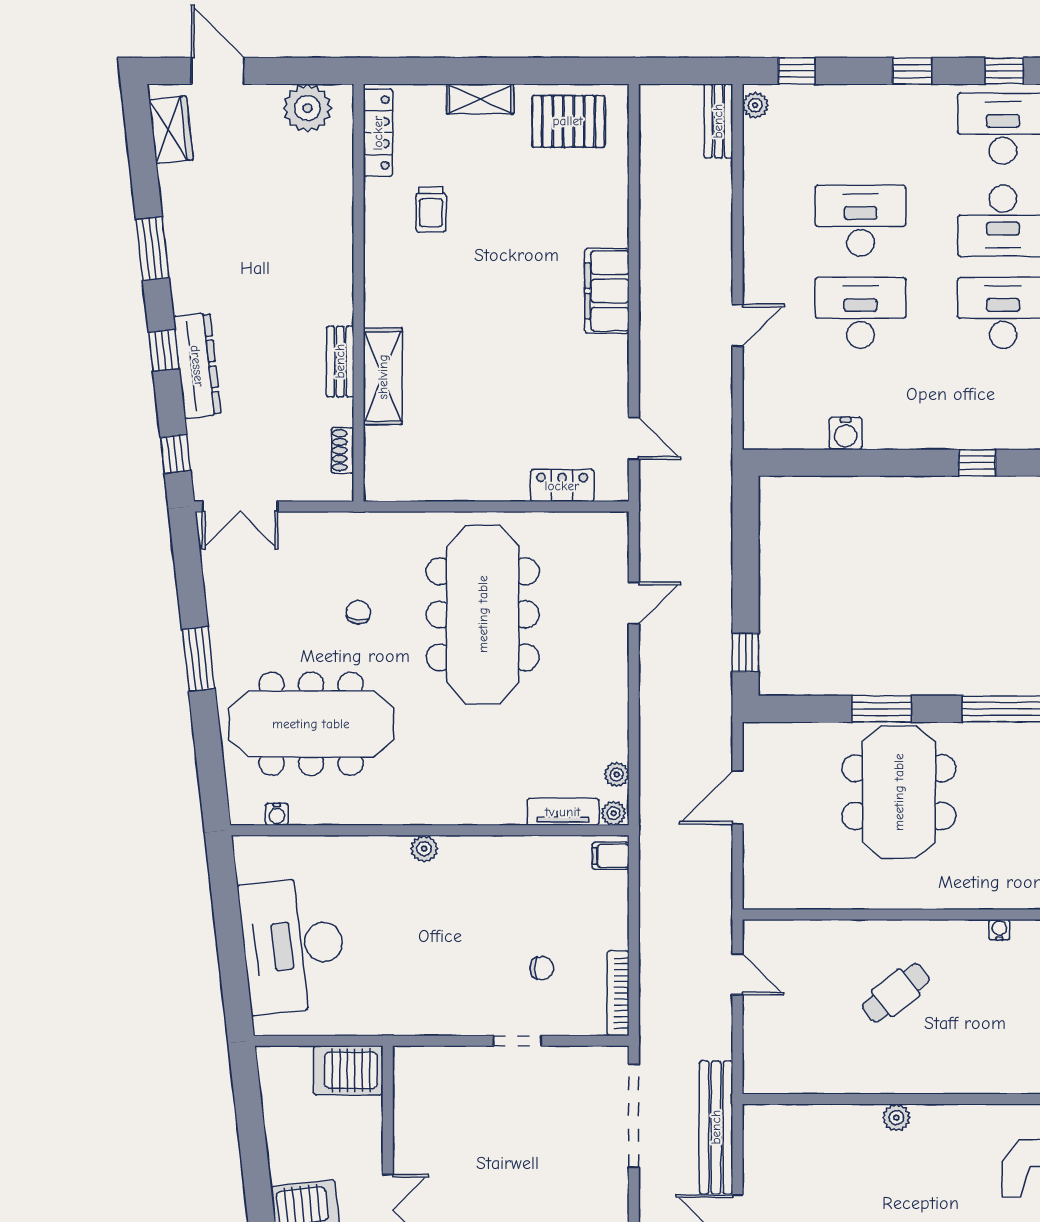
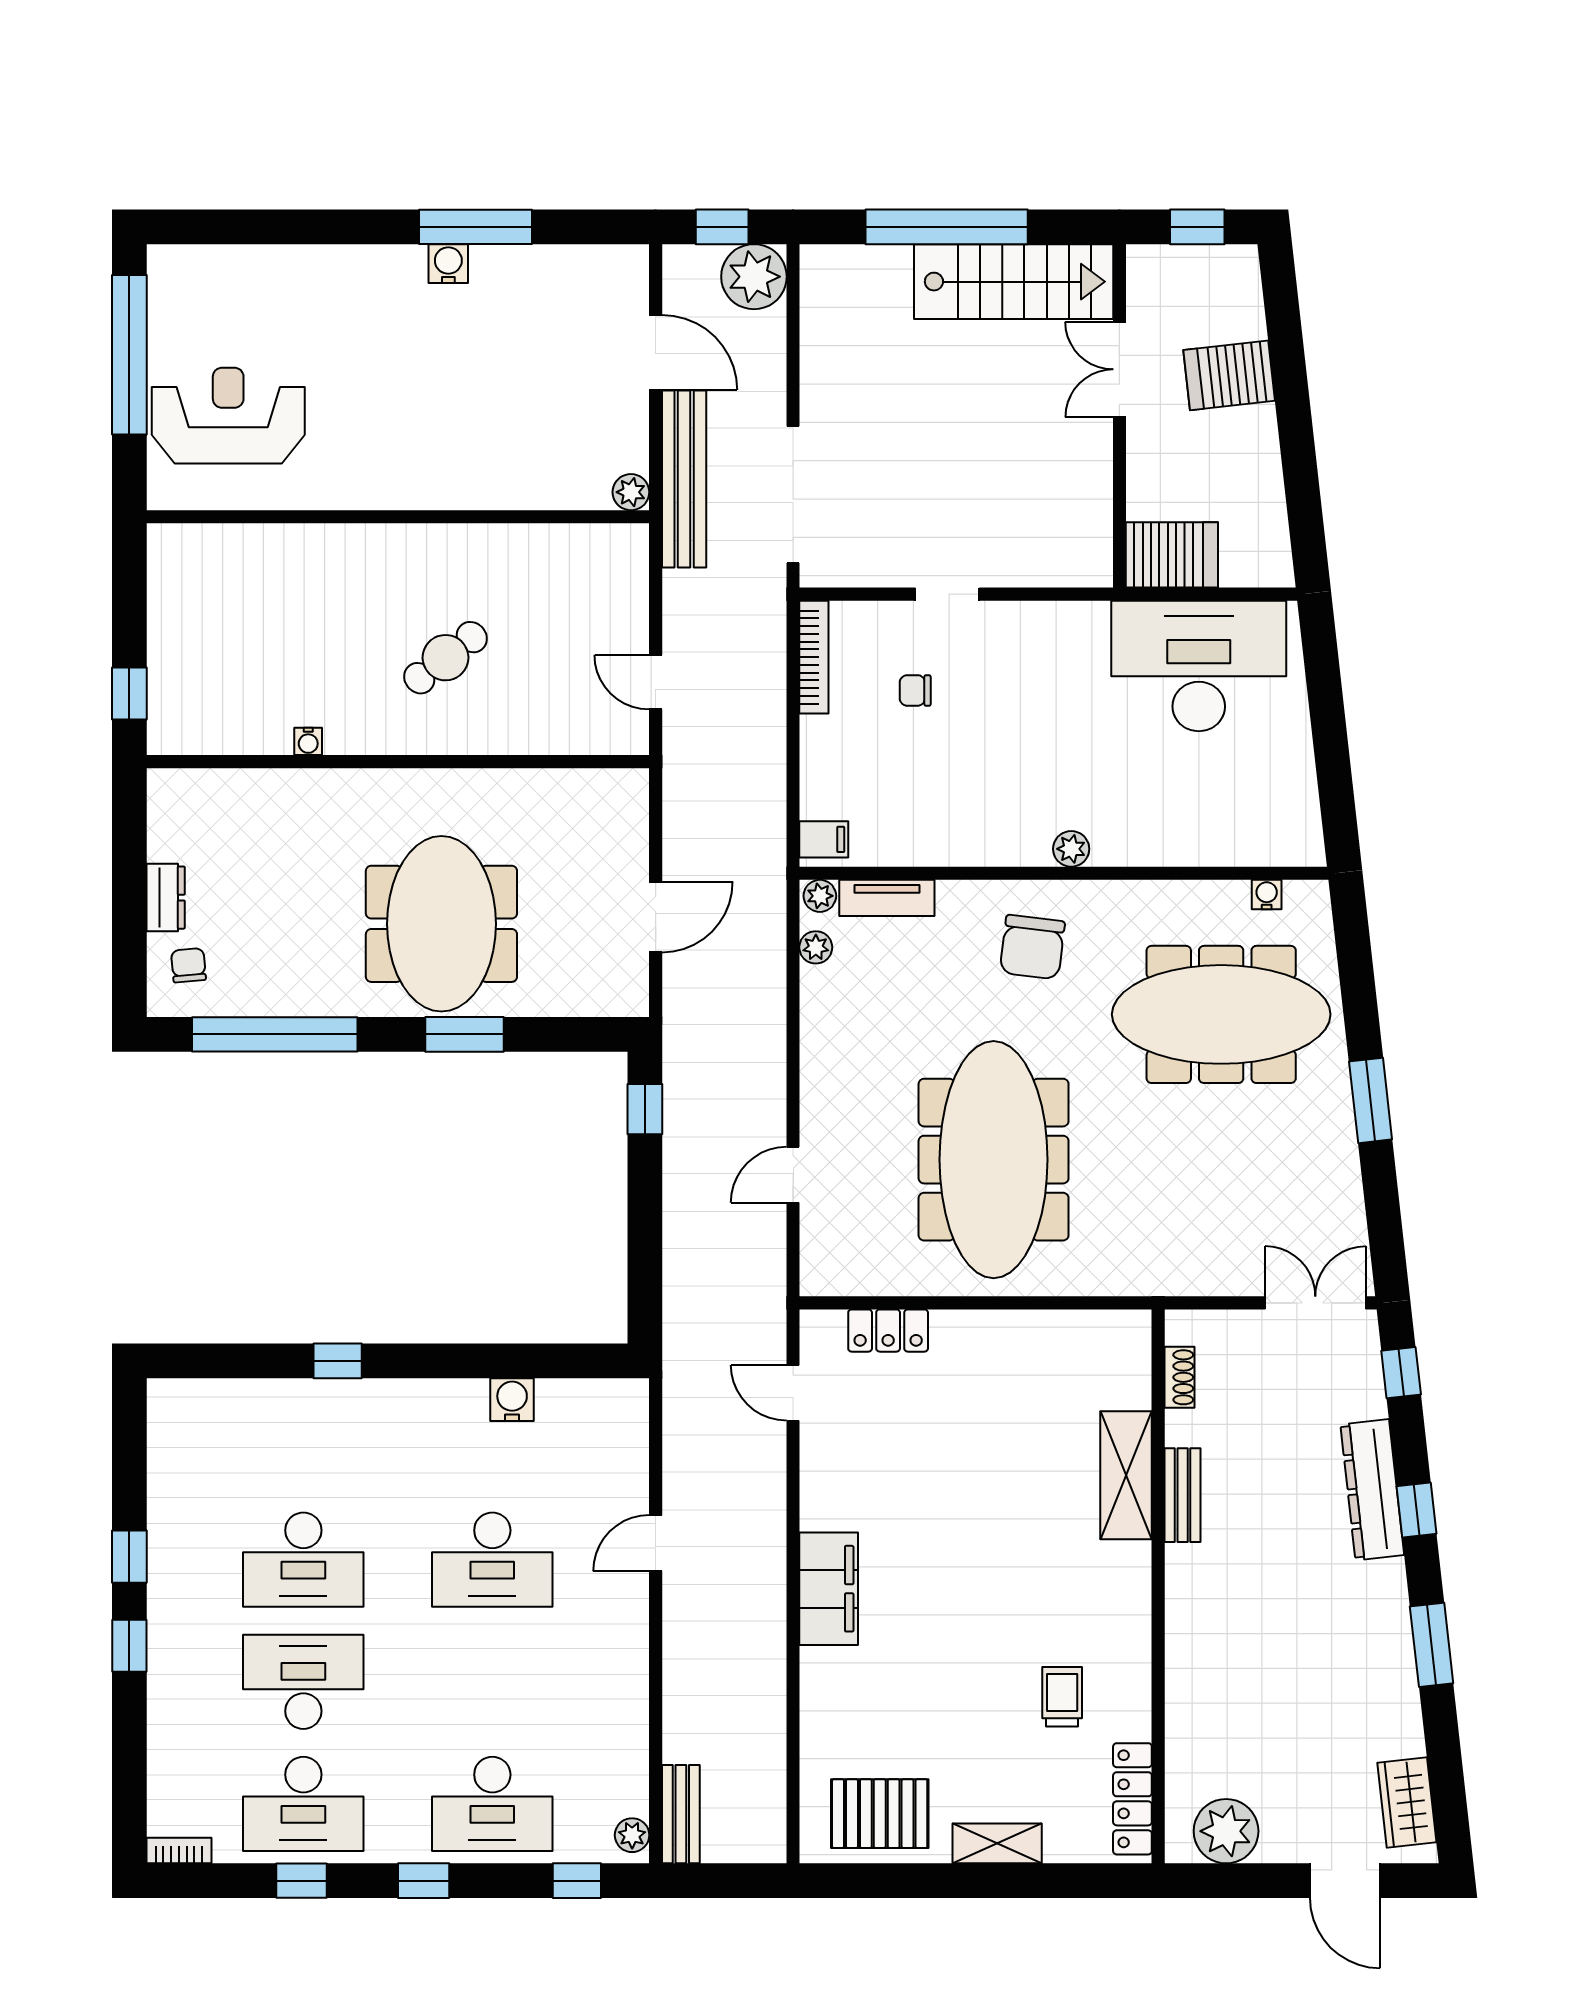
desk: (861, 221) -> (492, 1804), moved
chair: (358, 612) -> (1032, 947), moved, width x1.87, depth x1.87
desk: (293, 945) -> (1199, 666), moved, turned -84
plant: (896, 1118) -> (631, 492), moved

